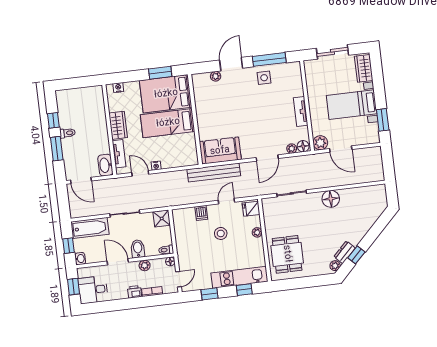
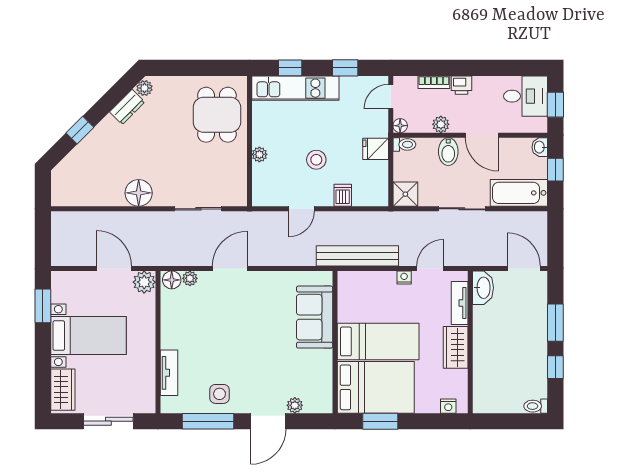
tv unit: (301, 112) -> (169, 373), moved
toilet: (68, 133) -> (536, 406), moved
sofa: (220, 151) -> (315, 317), moved, turned 90
door: (140, 173) -> (430, 268), swing flipped
bench: (214, 173) -> (357, 256), moved
fridge: (251, 209) -> (376, 149), moved, turned 180
window: (356, 255) -> (80, 130), moved

